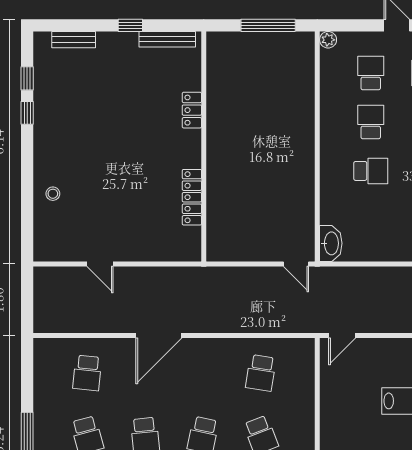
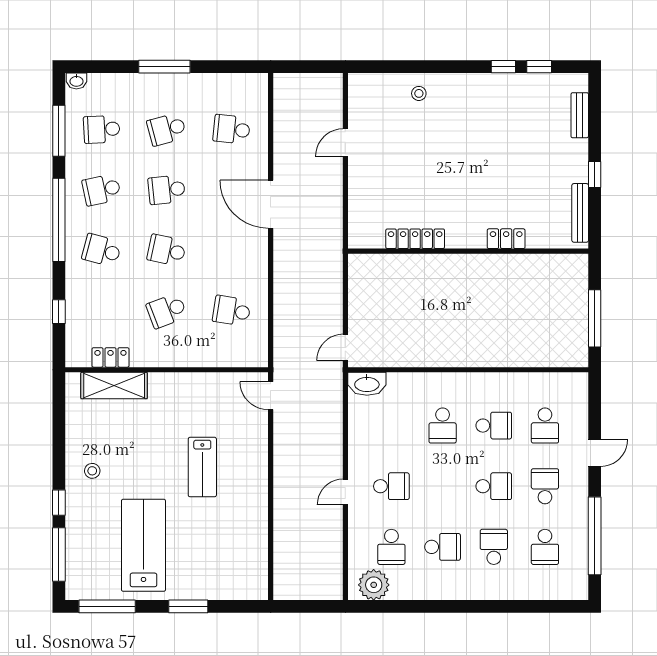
plant: (328, 40) -> (580, 381), removed
school desk: (371, 73) -> (545, 426), turned 90

